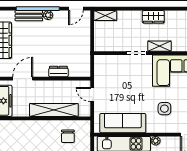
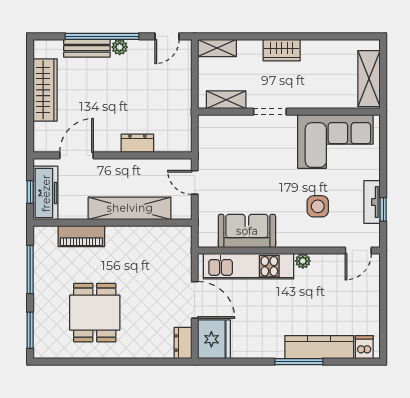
wardrobe: (153, 17) -> (282, 50), moved
shelving: (159, 46) -> (226, 100), moved
sofa: (123, 123) -> (247, 231), width x0.73
piano: (26, 126) -> (81, 236), added
chair: (68, 136) -> (153, 253), removed

